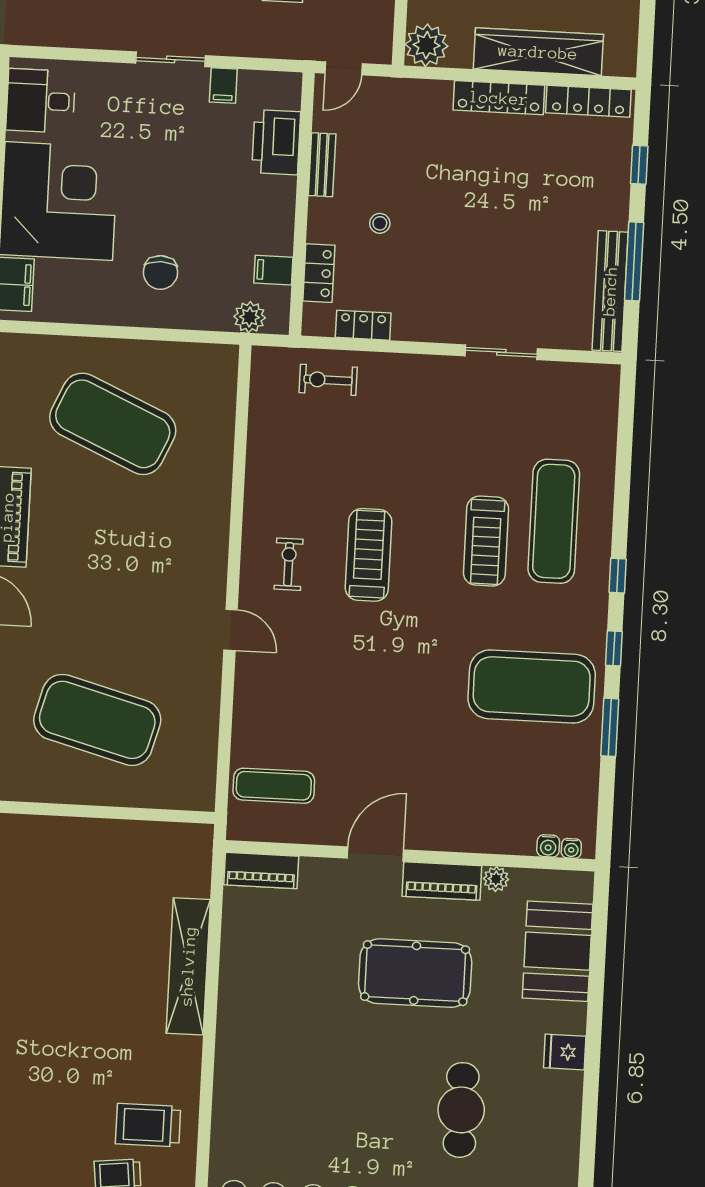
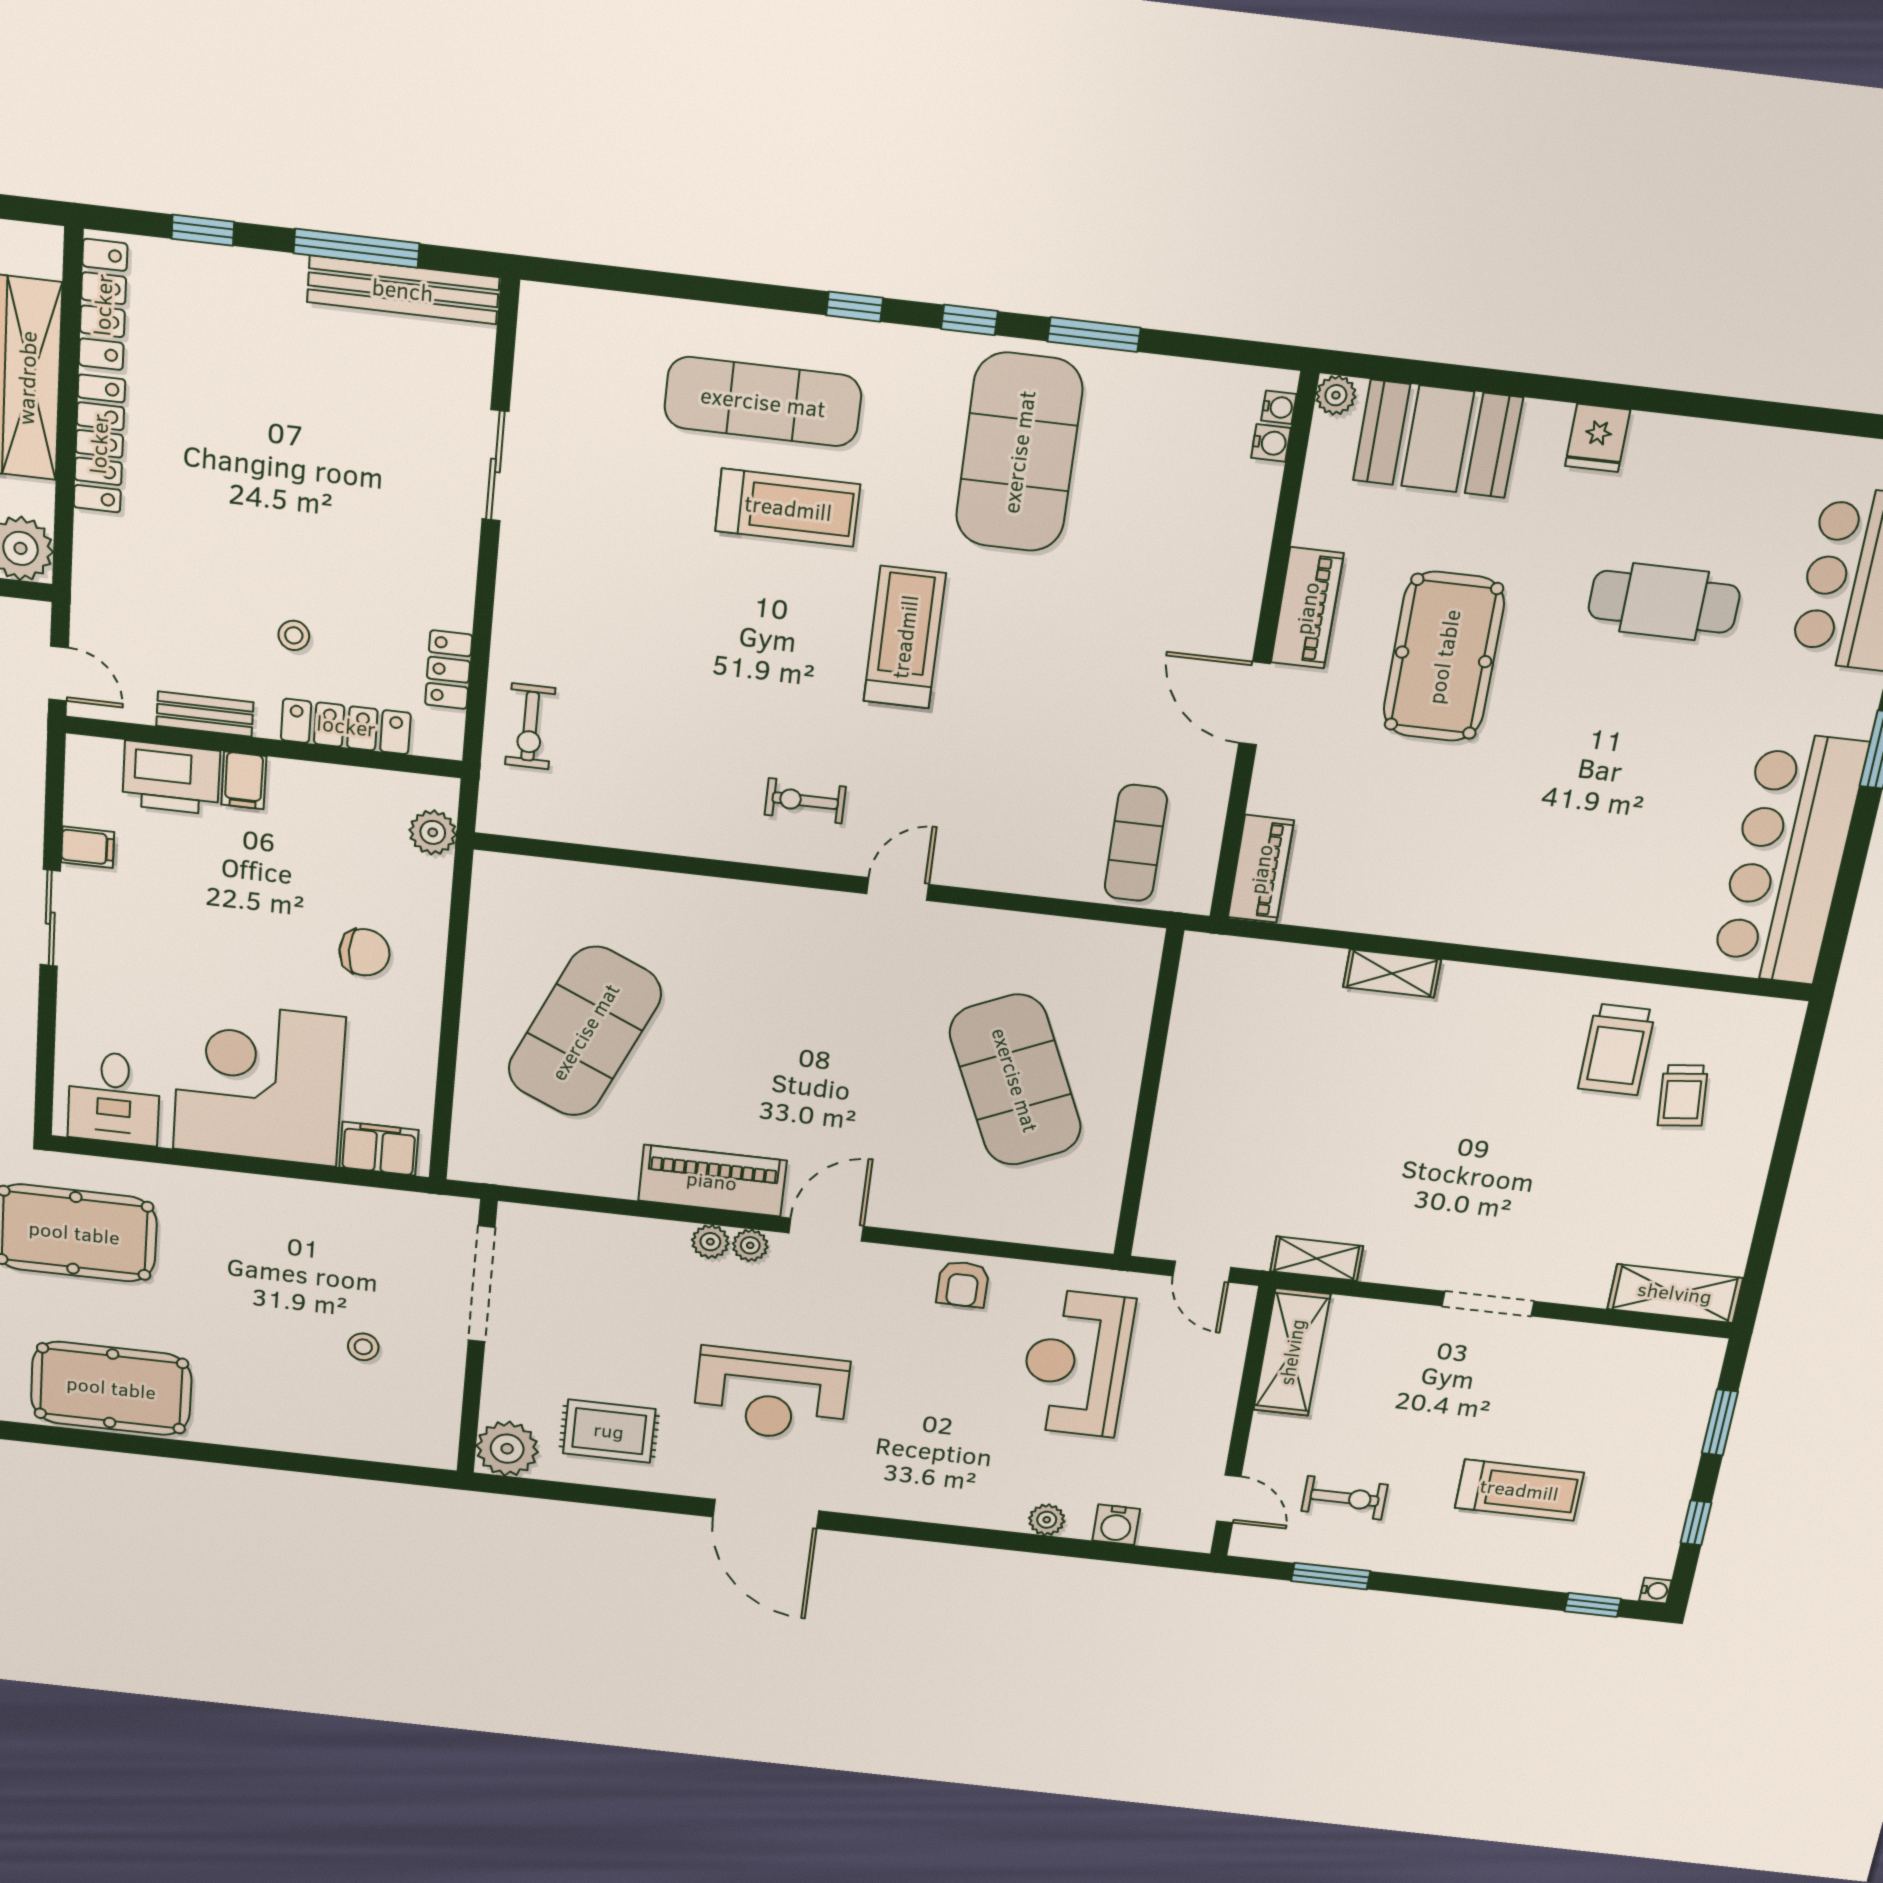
filing cabinet: (273, 270) -> (244, 780), moved
locker: (319, 273) -> (346, 726), width x1.53
treadmill: (369, 555) -> (905, 637), moved, turned 90
exercise mat: (97, 720) -> (1015, 1080), turned -39
plant: (496, 879) -> (1336, 395), moved
shelving: (188, 966) -> (1392, 973), width x0.45, depth x0.75

